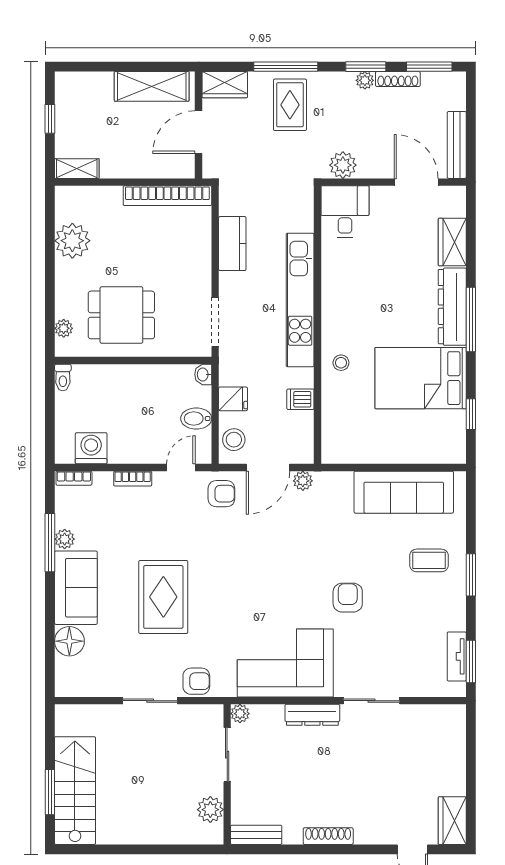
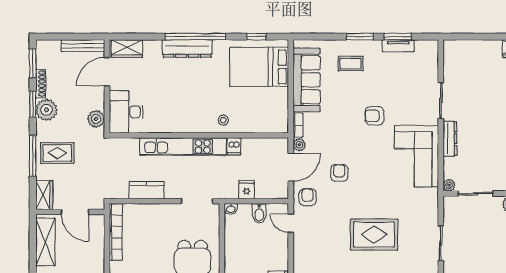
plant: (365, 80) -> (47, 110), width x1.88, depth x1.88
desk: (345, 211) -> (126, 112), width x1.37
wardrobe: (452, 242) -> (127, 49), moved
window: (471, 320) -> (195, 37), width x1.46
bed: (421, 378) -> (259, 67), moved, turned 90
dishwasher: (300, 399) -> (234, 146), moved
stool: (234, 440) -> (273, 189), removed
door: (268, 468) -> (291, 167), hinge flipped
bookcase: (133, 479) -> (298, 125), moved
coffee table: (429, 560) -> (351, 64), turned 90
tv unit: (457, 656) -> (398, 46), moved
window: (471, 662) -> (398, 37), moved
armchair: (196, 681) -> (339, 173), moved

